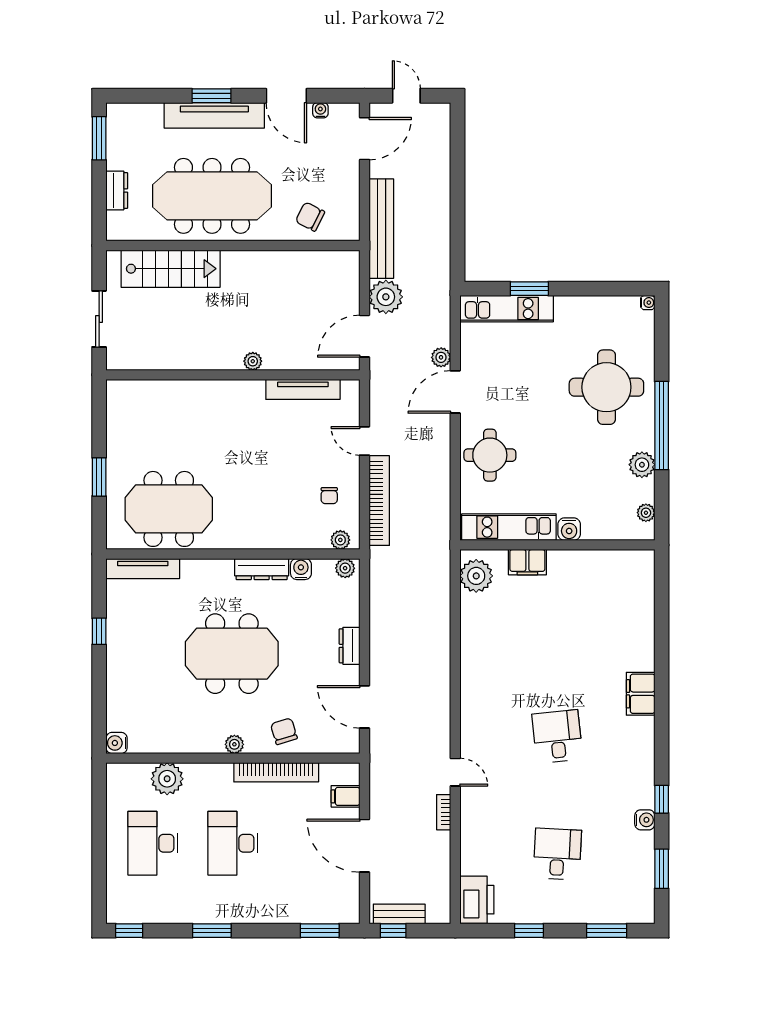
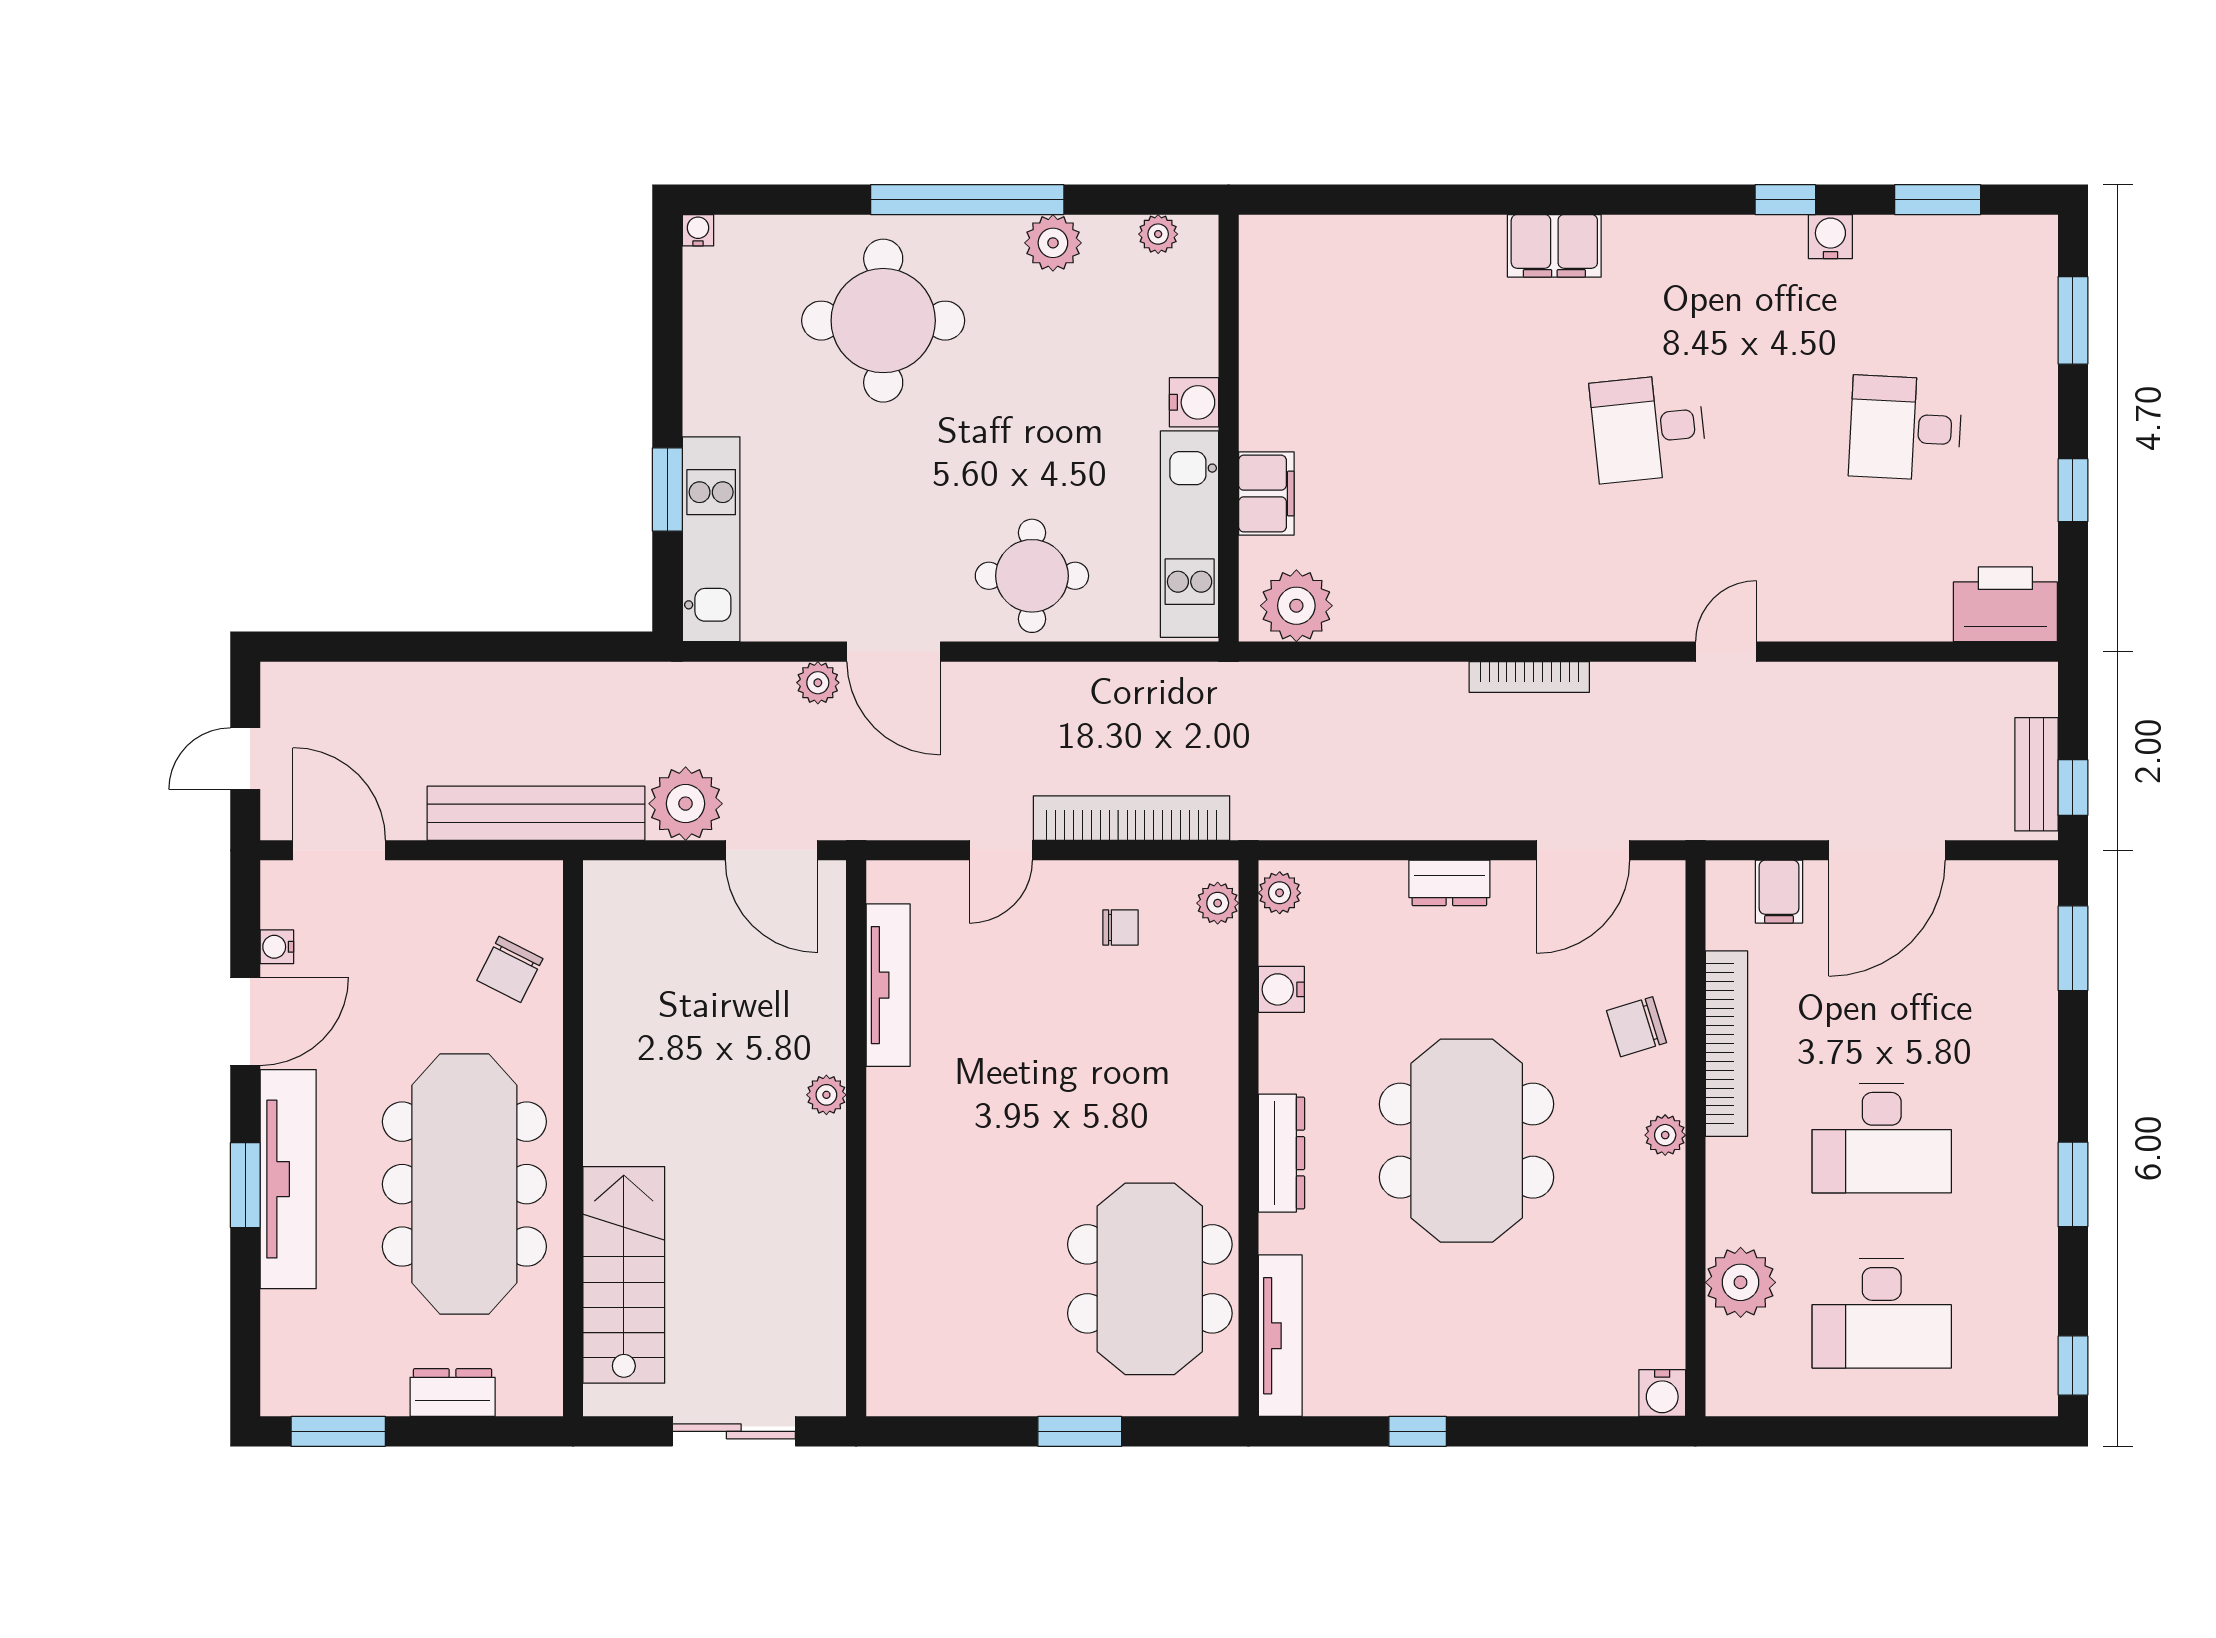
dresser: (262, 569) -> (1282, 1153), moved
bookcase: (444, 812) -> (1529, 677), moved, width x1.56

